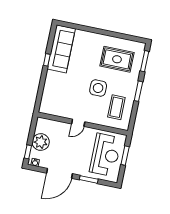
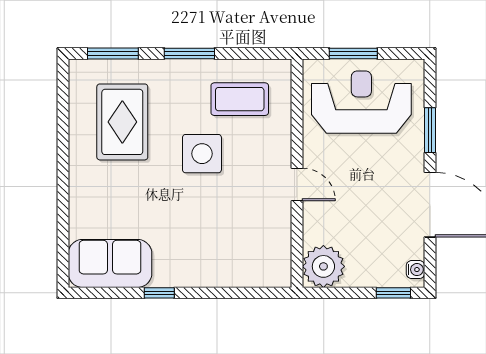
sofa: (61, 49) -> (110, 263), width x0.73
plant: (41, 142) -> (323, 266), moved

